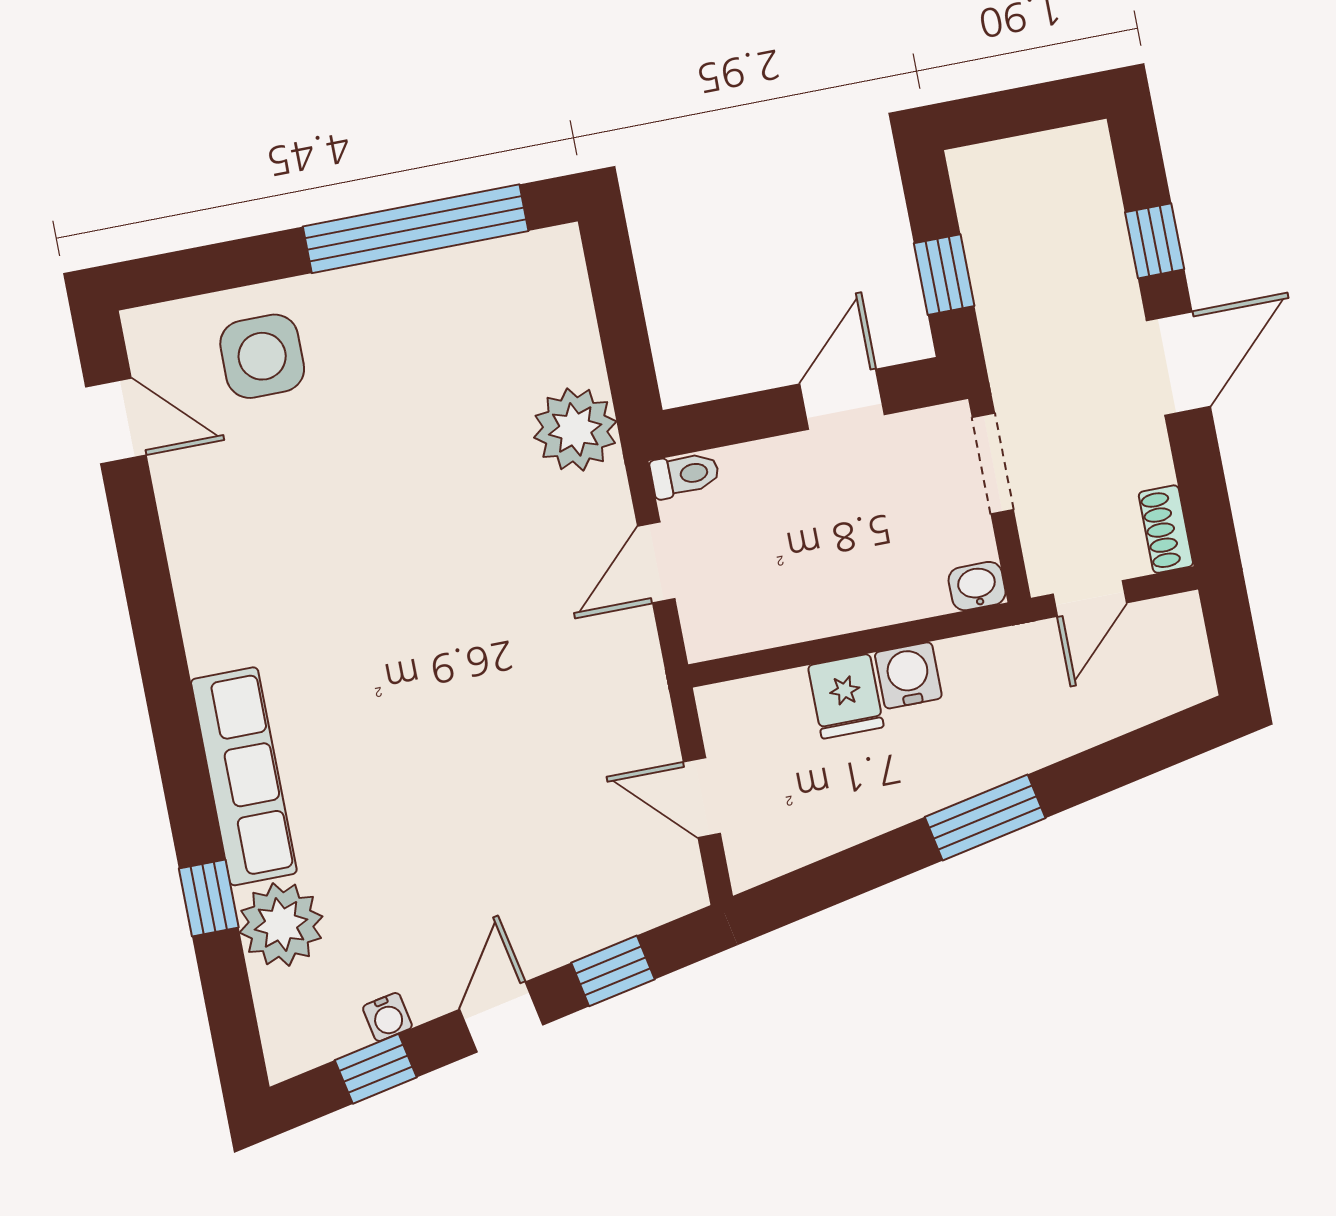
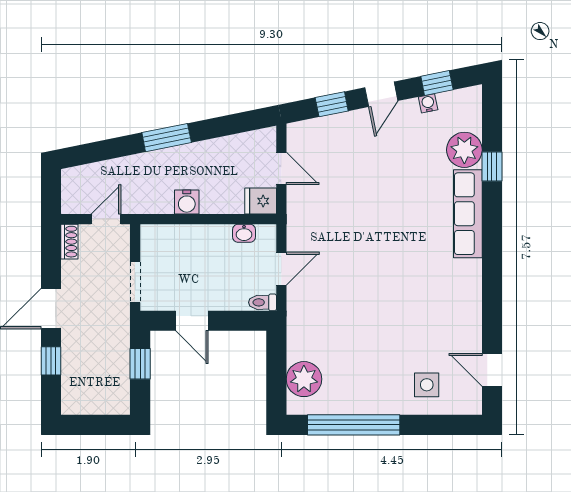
side table: (262, 356) -> (427, 385), width x0.73, depth x0.73
door: (842, 399) -> (192, 321), hinge flipped
plant: (575, 429) -> (304, 379), moved
washbasin: (977, 586) -> (244, 233), moved
fridge: (846, 696) -> (261, 201), moved, turned -90

